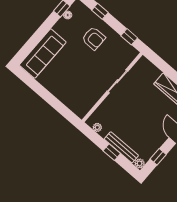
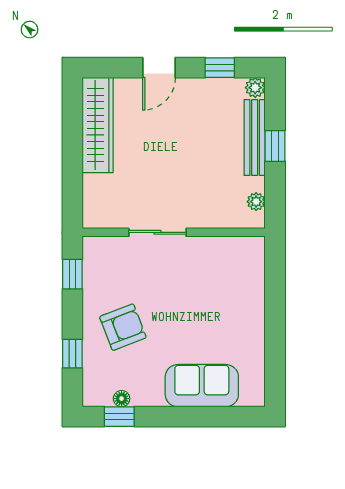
armchair: (94, 38) -> (123, 327), turned 69
sofa: (43, 54) -> (202, 386), width x0.73

